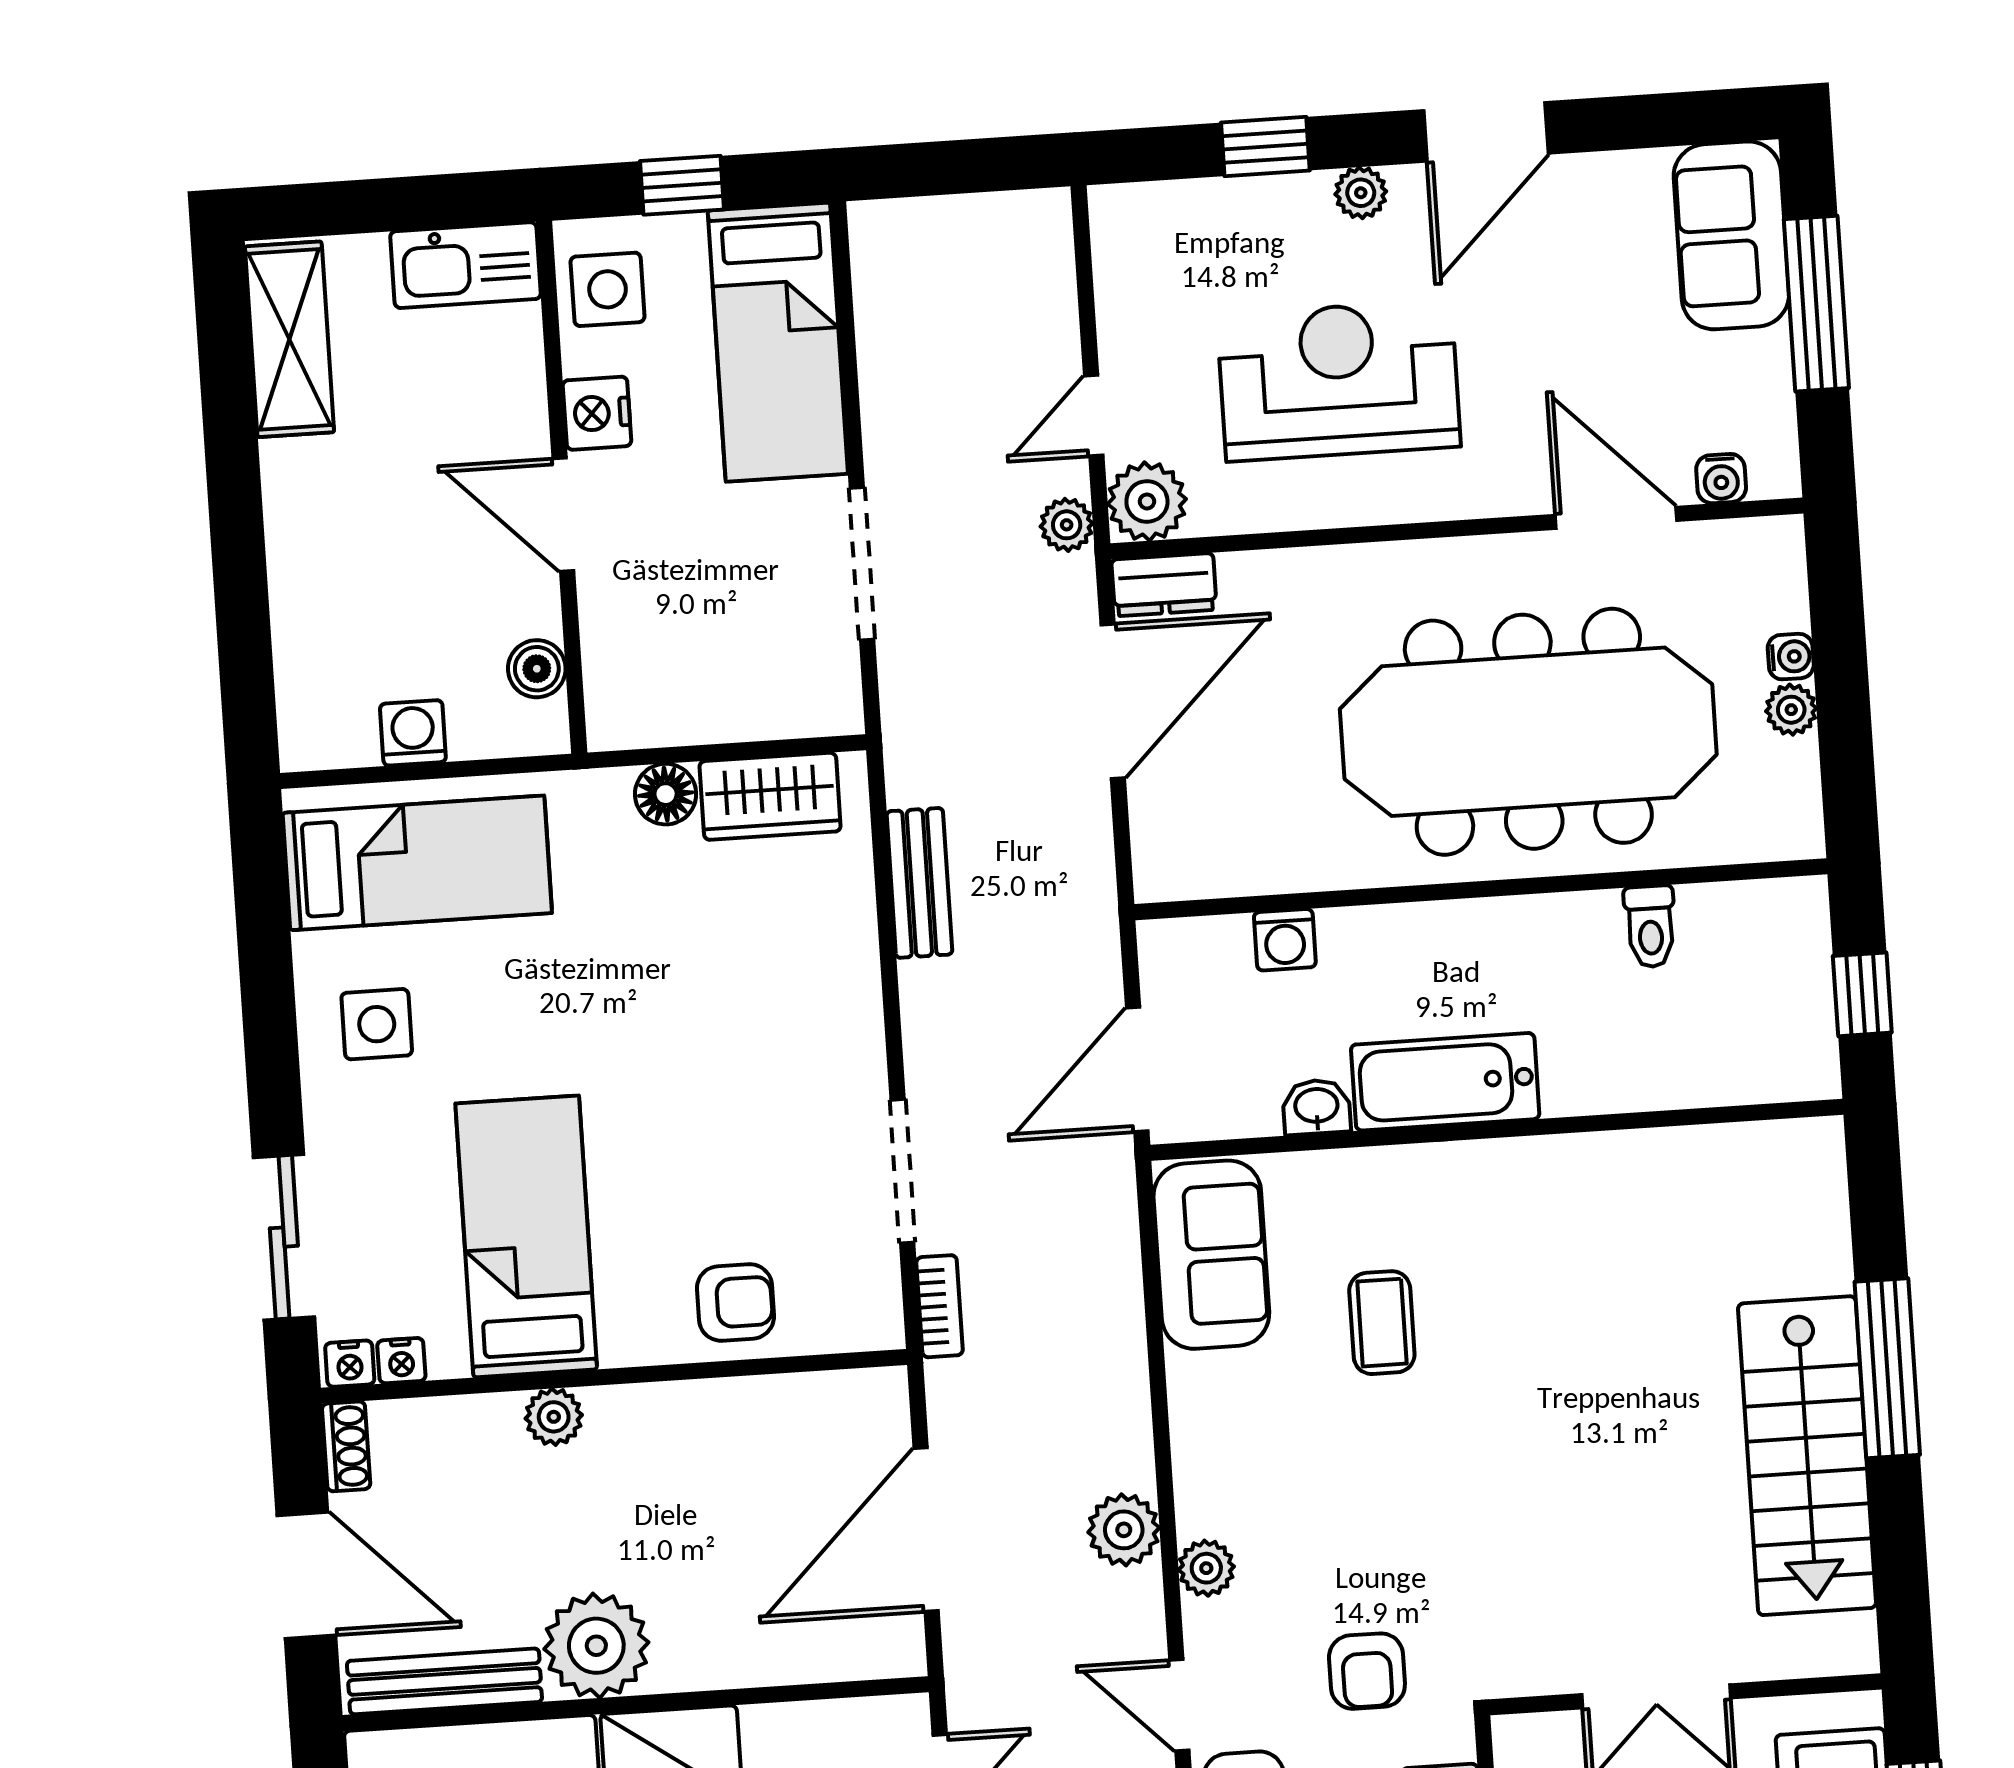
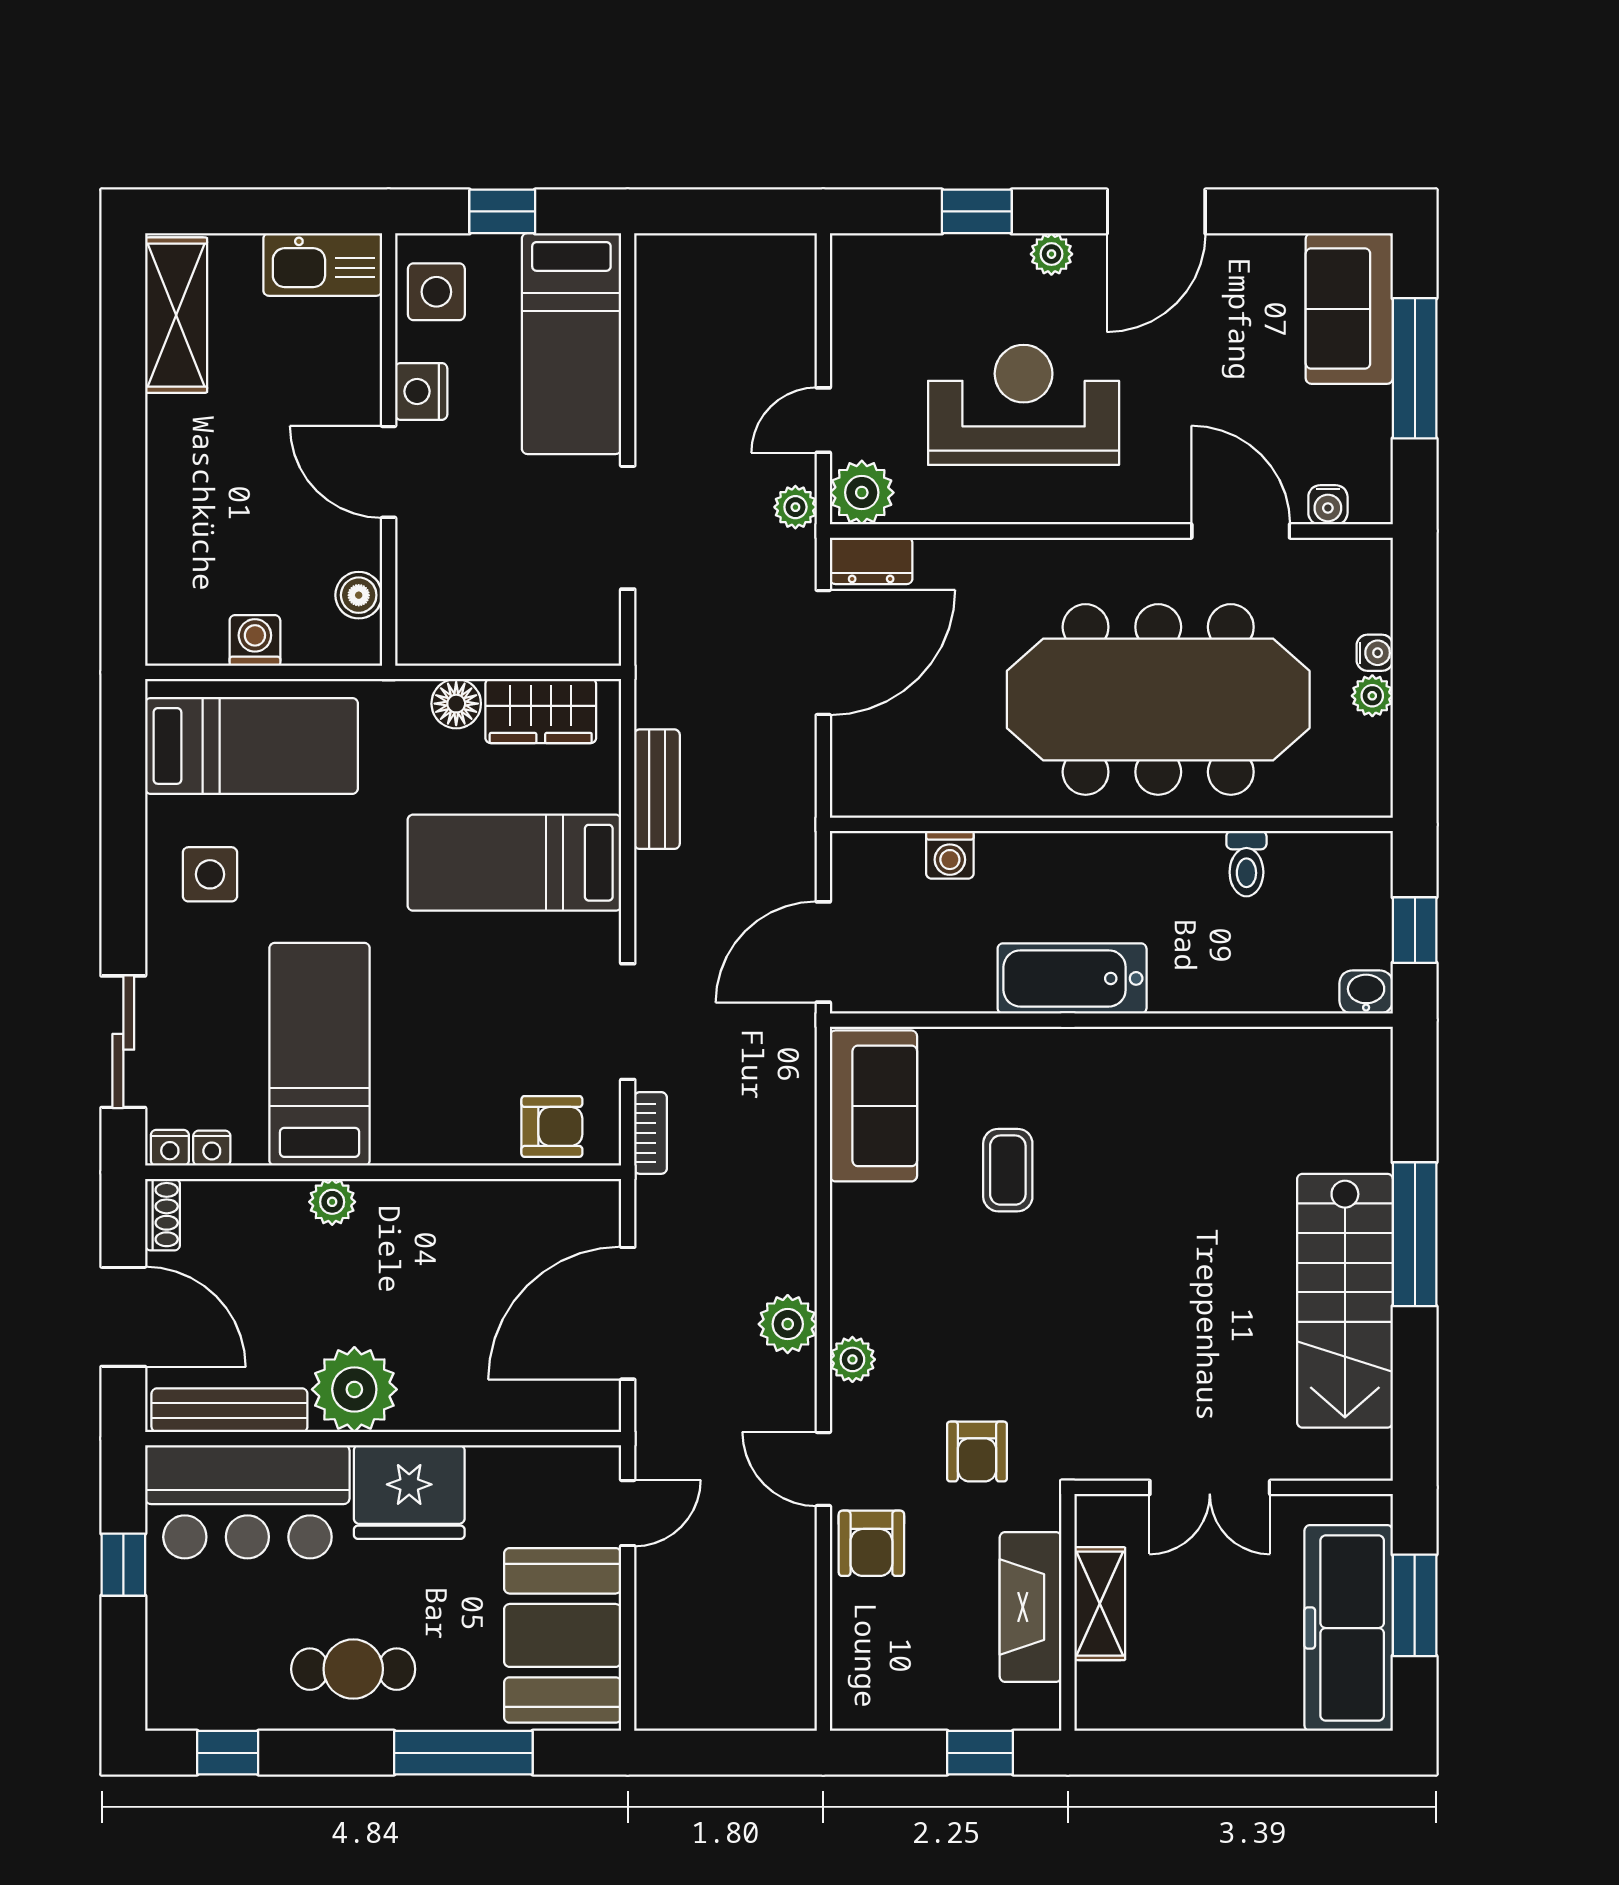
bed: (750, 985) -> (514, 863), added
washbasin: (1316, 1107) -> (1366, 992), moved
armchair: (735, 1302) -> (552, 1126), moved

